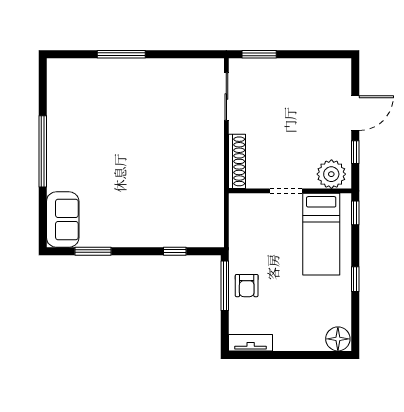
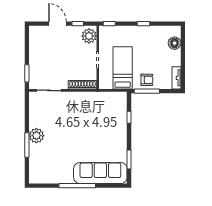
plant: (139, 73) -> (36, 136), added
sofa: (63, 219) -> (100, 173), width x1.85, depth x1.27
bed: (321, 234) -> (123, 68), moved, turned -90
floor lamp: (338, 339) -> (175, 43), moved

